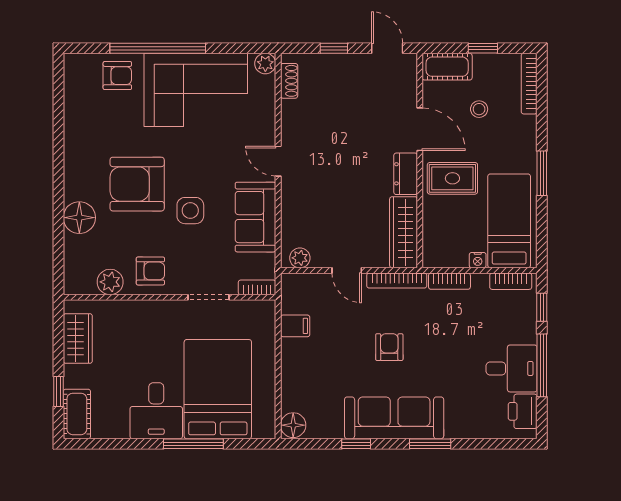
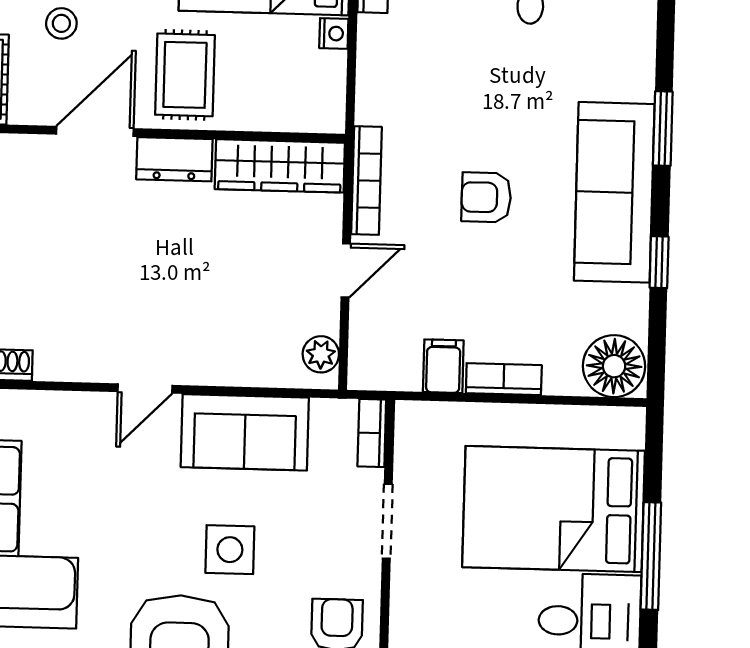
bookcase: (449, 281) -> (504, 379), moved, turned -90
floor lamp: (293, 425) -> (614, 366), width x1.38, depth x1.38

